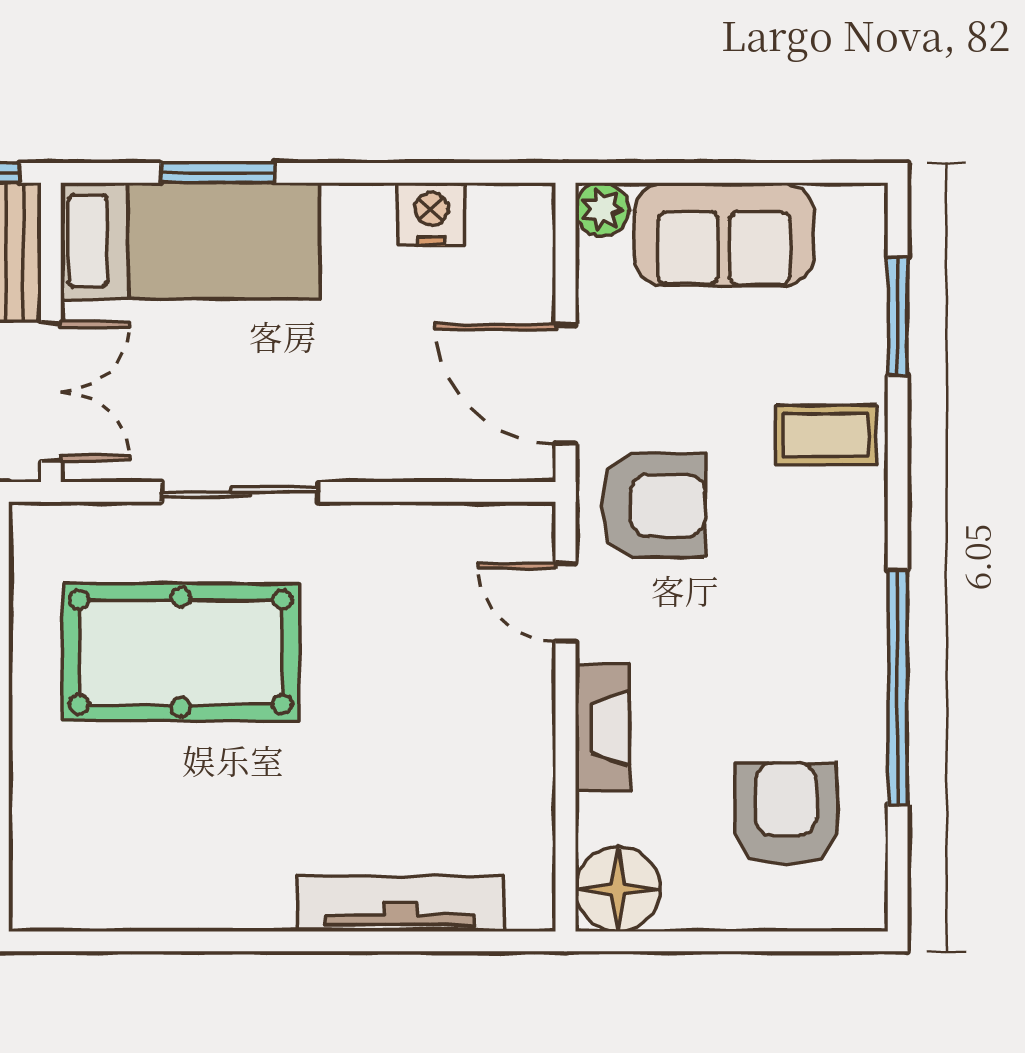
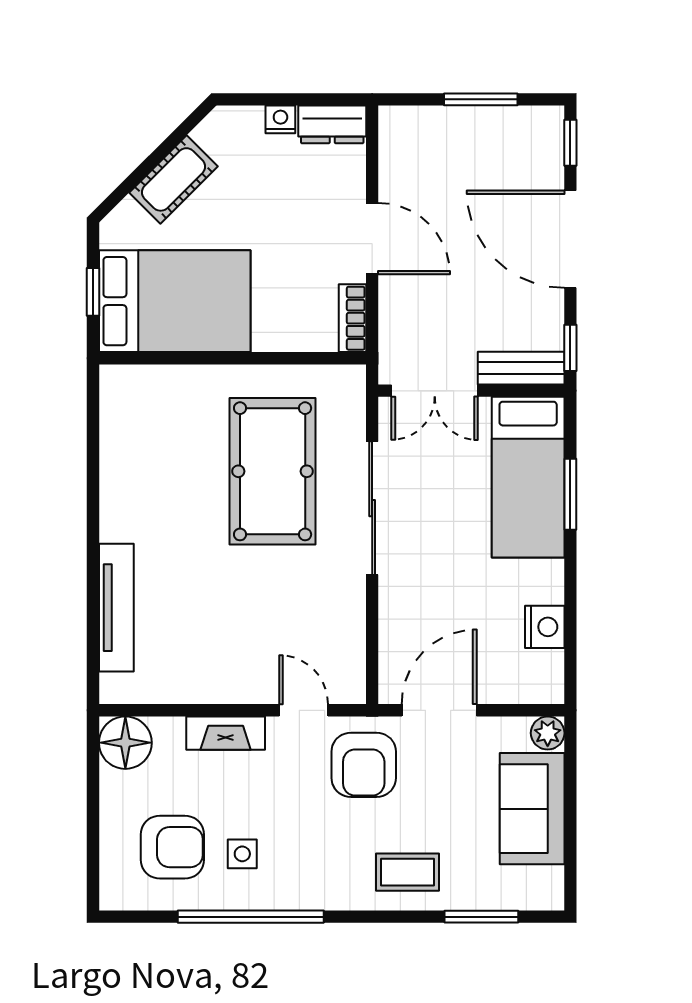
coffee table: (826, 435) -> (408, 872), turned 90
sliding door: (240, 492) -> (372, 508), width x1.37
door: (566, 602) -> (304, 710), hinge flipped
side table: (797, 701) -> (242, 854), added

